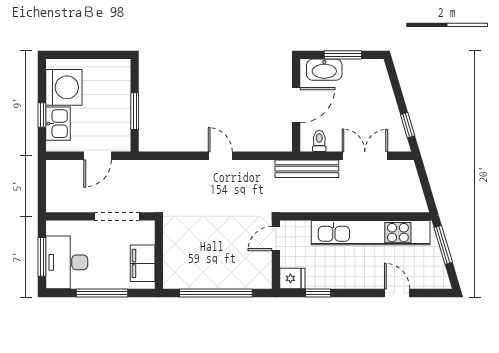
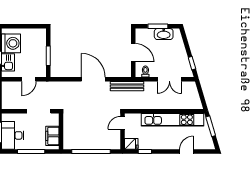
washbasin: (324, 70) -> (164, 34), moved
door: (296, 105) -> (133, 53), hinge flipped
door: (220, 156) -> (93, 79), width x1.87
double door: (365, 156) -> (169, 79), swing flipped
bench: (307, 169) -> (127, 86), moved
door: (397, 293) -> (186, 152), hinge flipped

